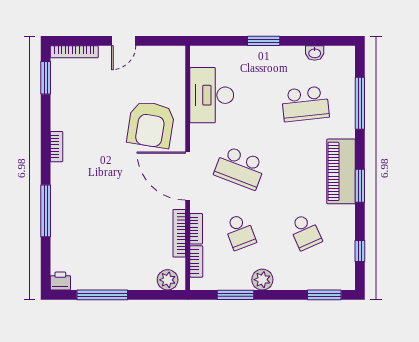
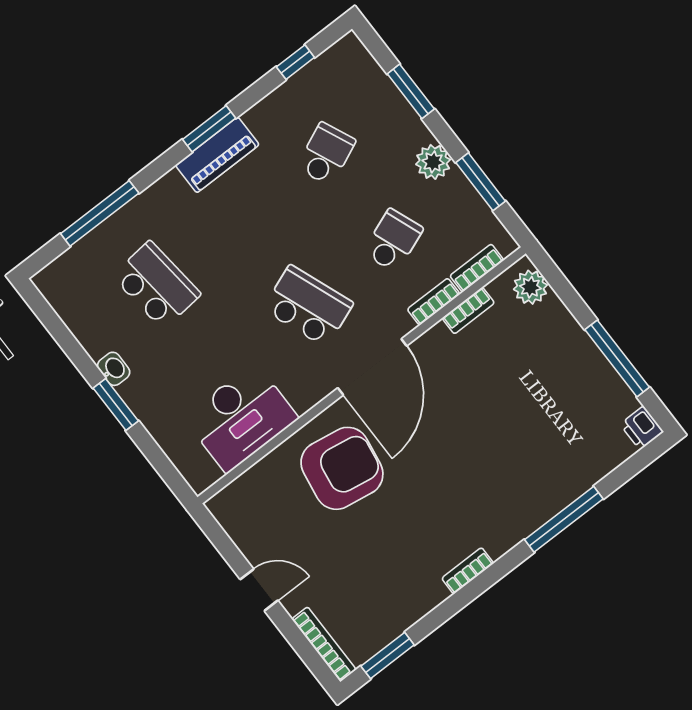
washbasin: (315, 53) -> (114, 369), moved
school desk: (240, 168) -> (308, 306), turned -42
piano: (341, 171) -> (217, 155), width x0.73, depth x0.75
bookcase: (179, 233) -> (468, 311), width x0.64
window: (324, 295) -> (411, 91), moved

